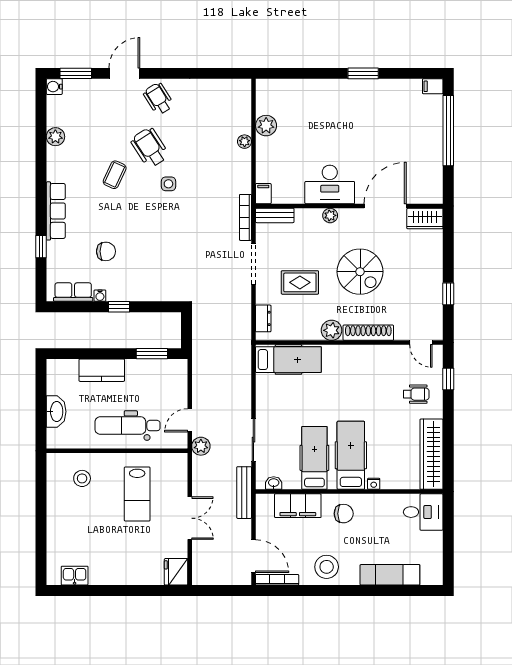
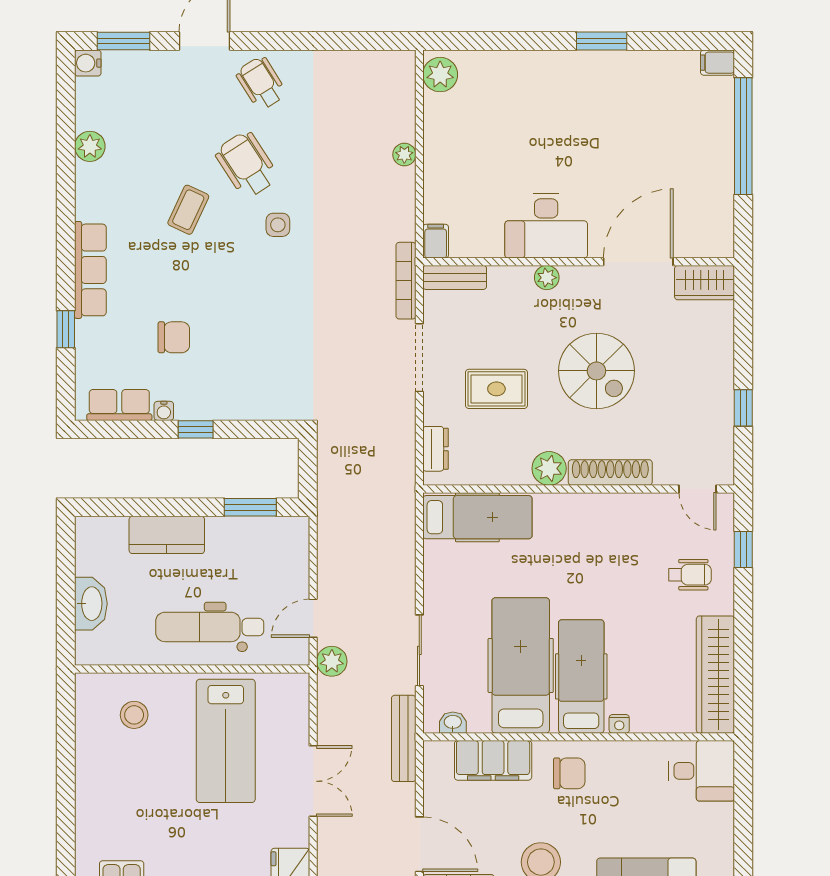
plant: (266, 126) -> (440, 75), moved
hospital bed: (314, 458) -> (521, 665), width x1.37, depth x1.29
lab bench: (137, 494) -> (226, 741), width x1.36, depth x1.39

